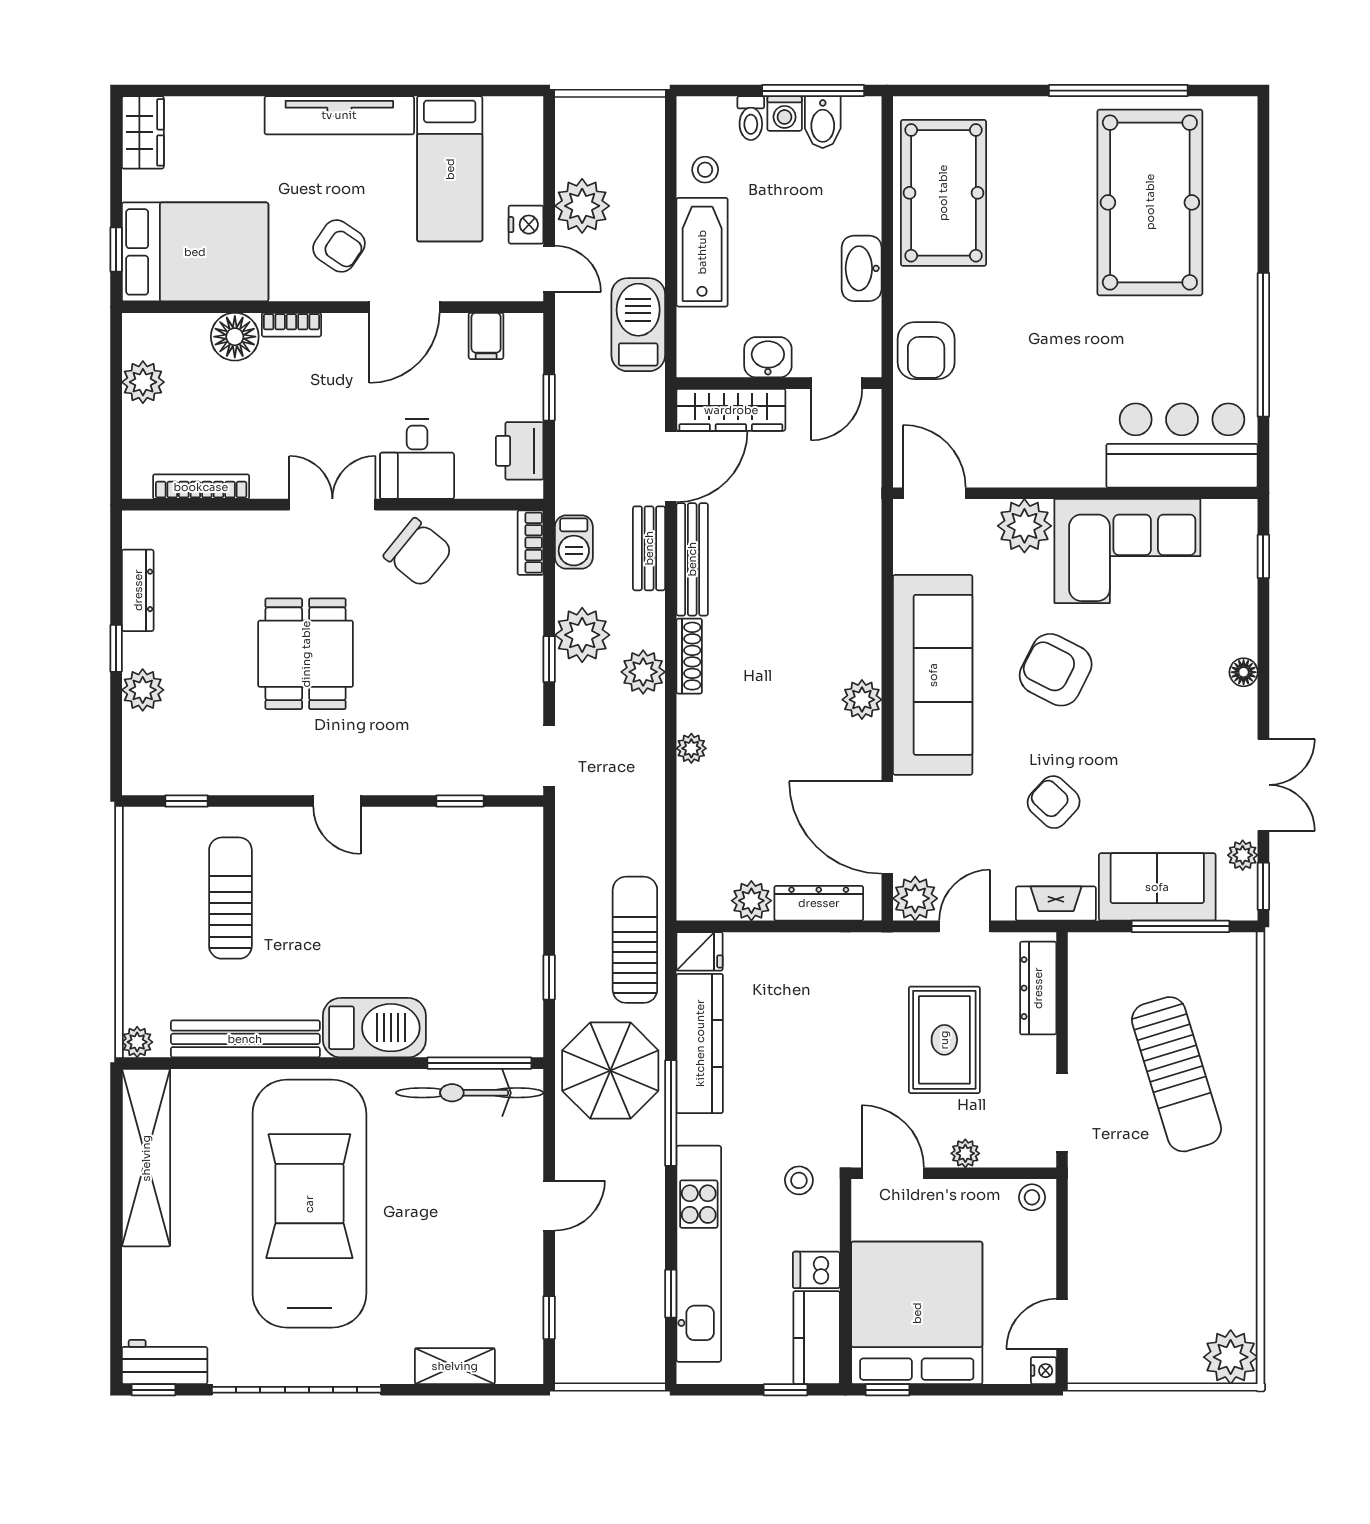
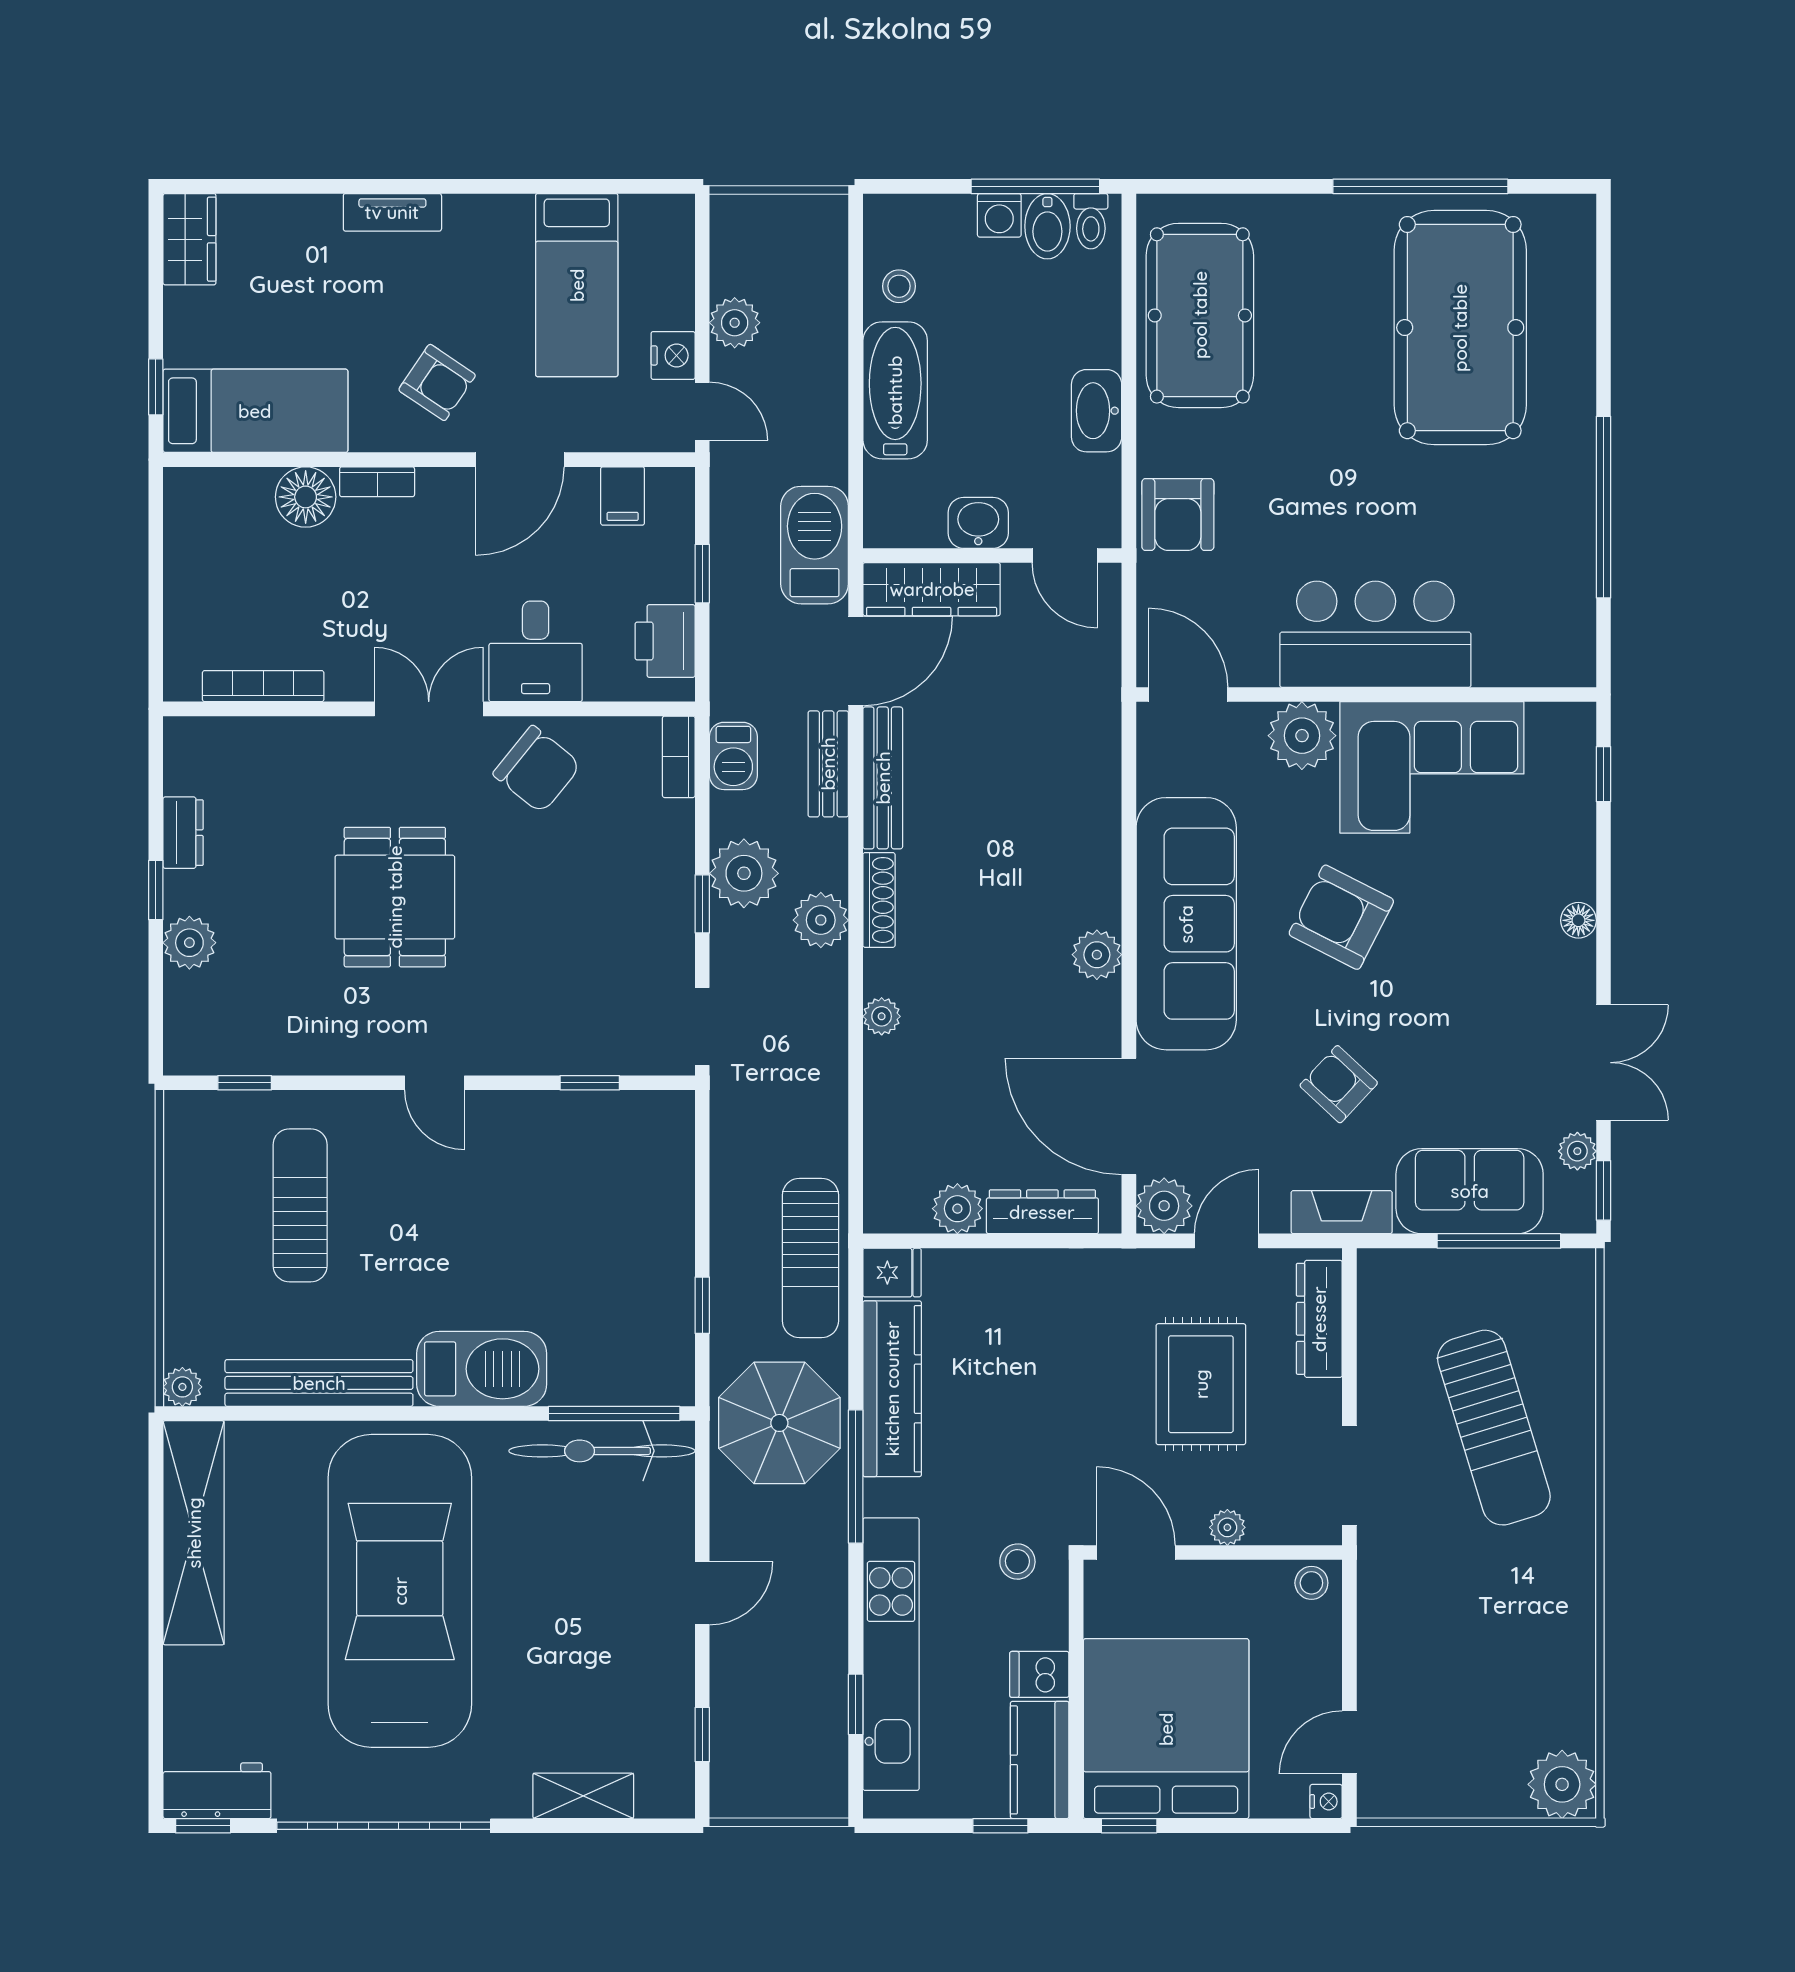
tv unit: (339, 115) -> (392, 212), width x0.52, depth x0.78
toilet: (751, 118) -> (1091, 221), moved
plant: (582, 206) -> (735, 323), width x0.73, depth x0.73
bed: (195, 252) -> (255, 411), width x0.67
barbecue: (638, 325) -> (815, 545), moved
plant: (143, 382) -> (190, 554), removed
door: (836, 383) -> (1065, 555), hinge flipped
bar counter: (1182, 445) -> (1375, 634), moved
dresser: (138, 590) -> (183, 833), width x0.70
sun lounger: (635, 940) -> (810, 1258), turned 180

